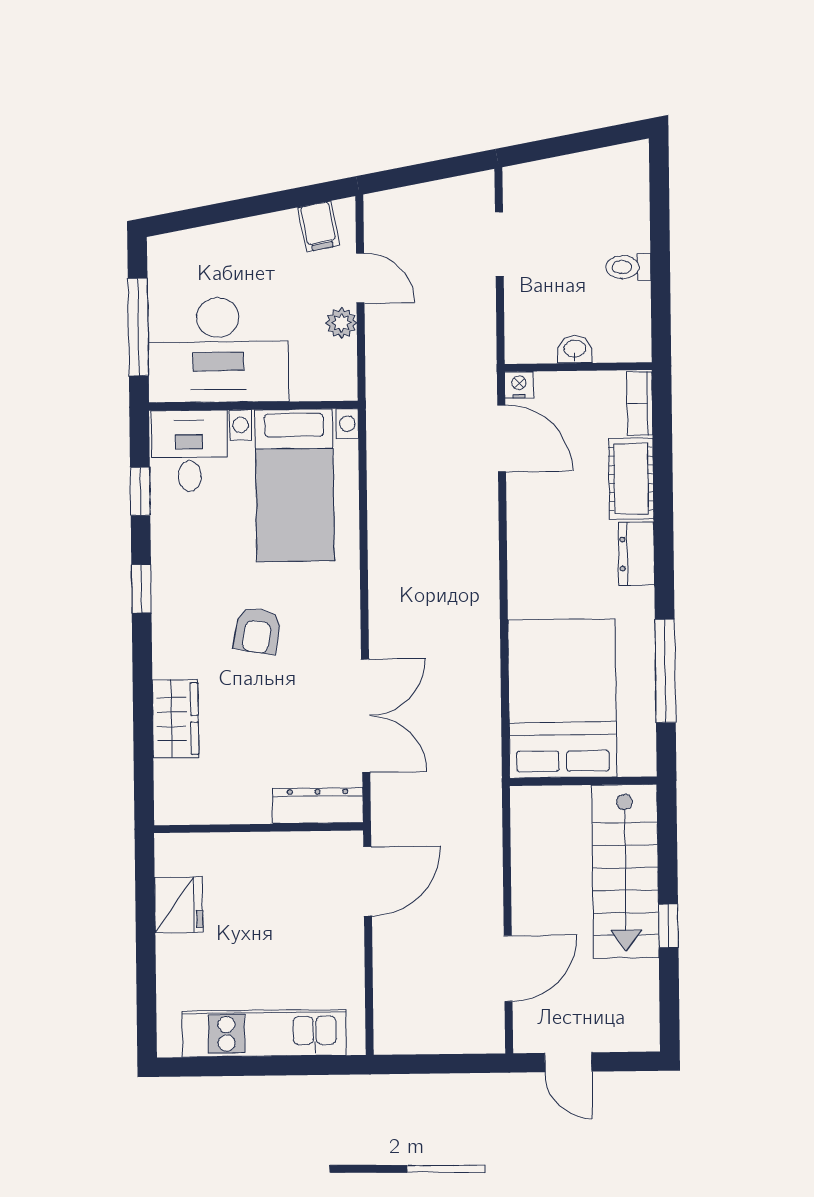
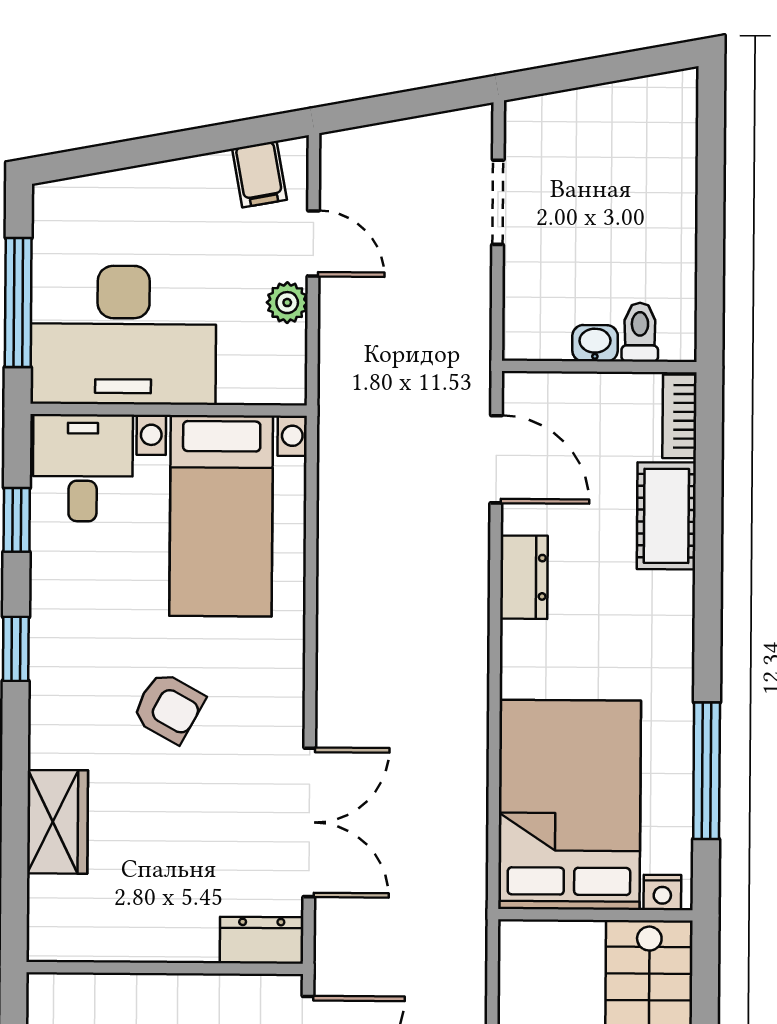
toilet: (628, 267) -> (640, 332), moved, turned 90
nightstand: (519, 385) -> (662, 892), moved, turned 180
dresser: (636, 554) -> (524, 577), moved, turned 180
armchair: (258, 631) -> (168, 707), turned -71
dresser: (318, 806) -> (262, 940), width x0.70

